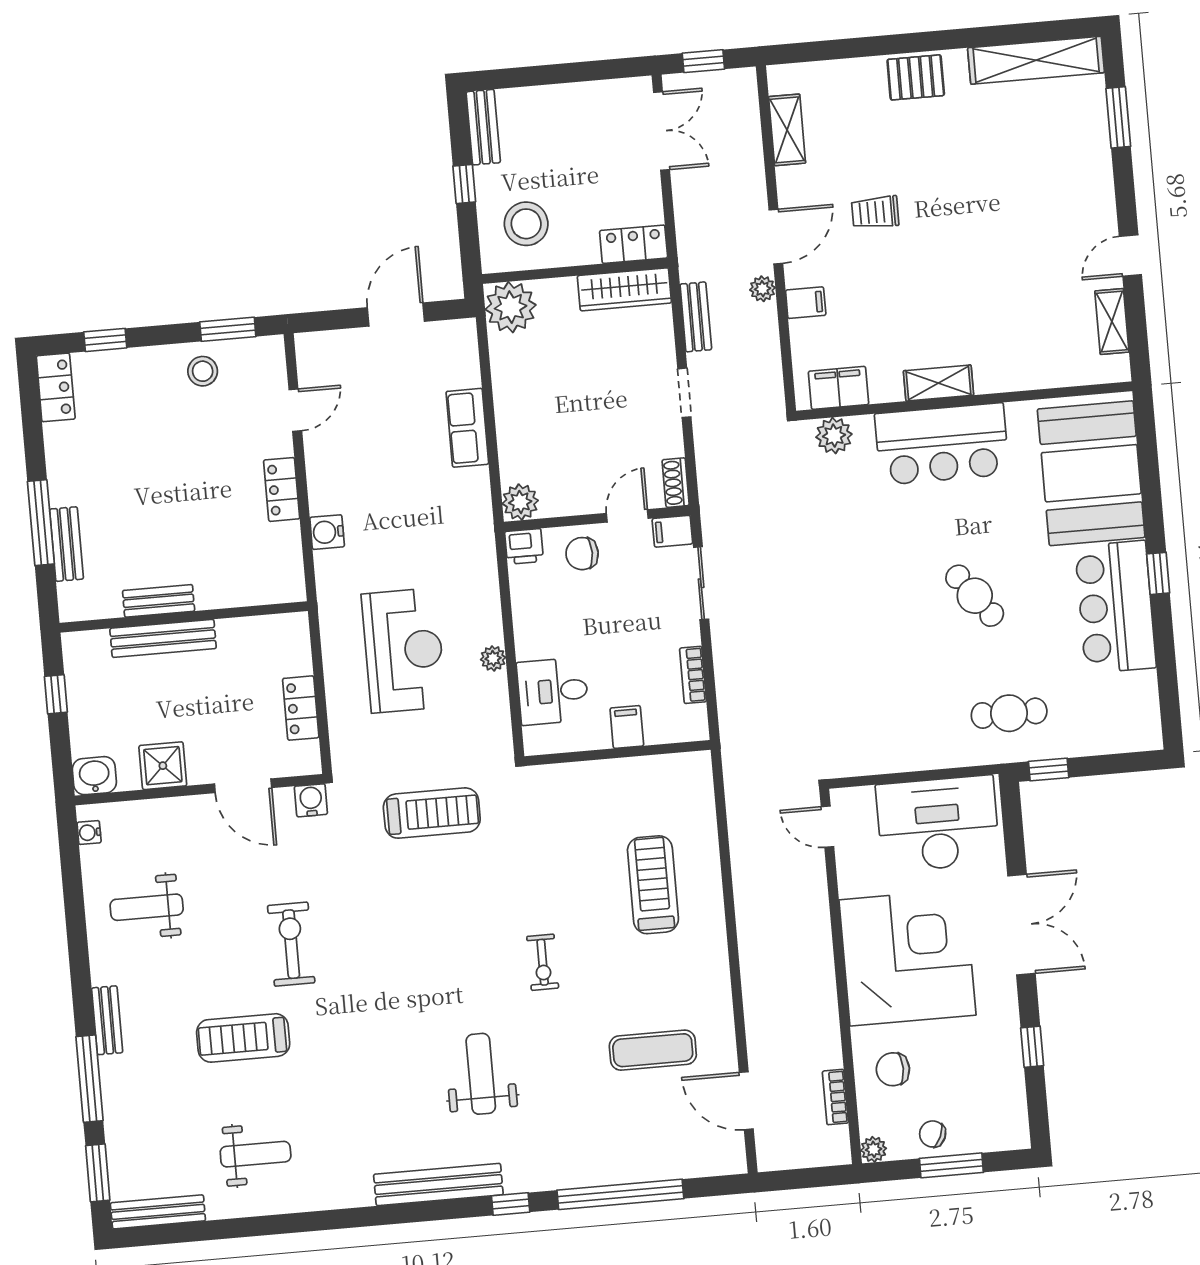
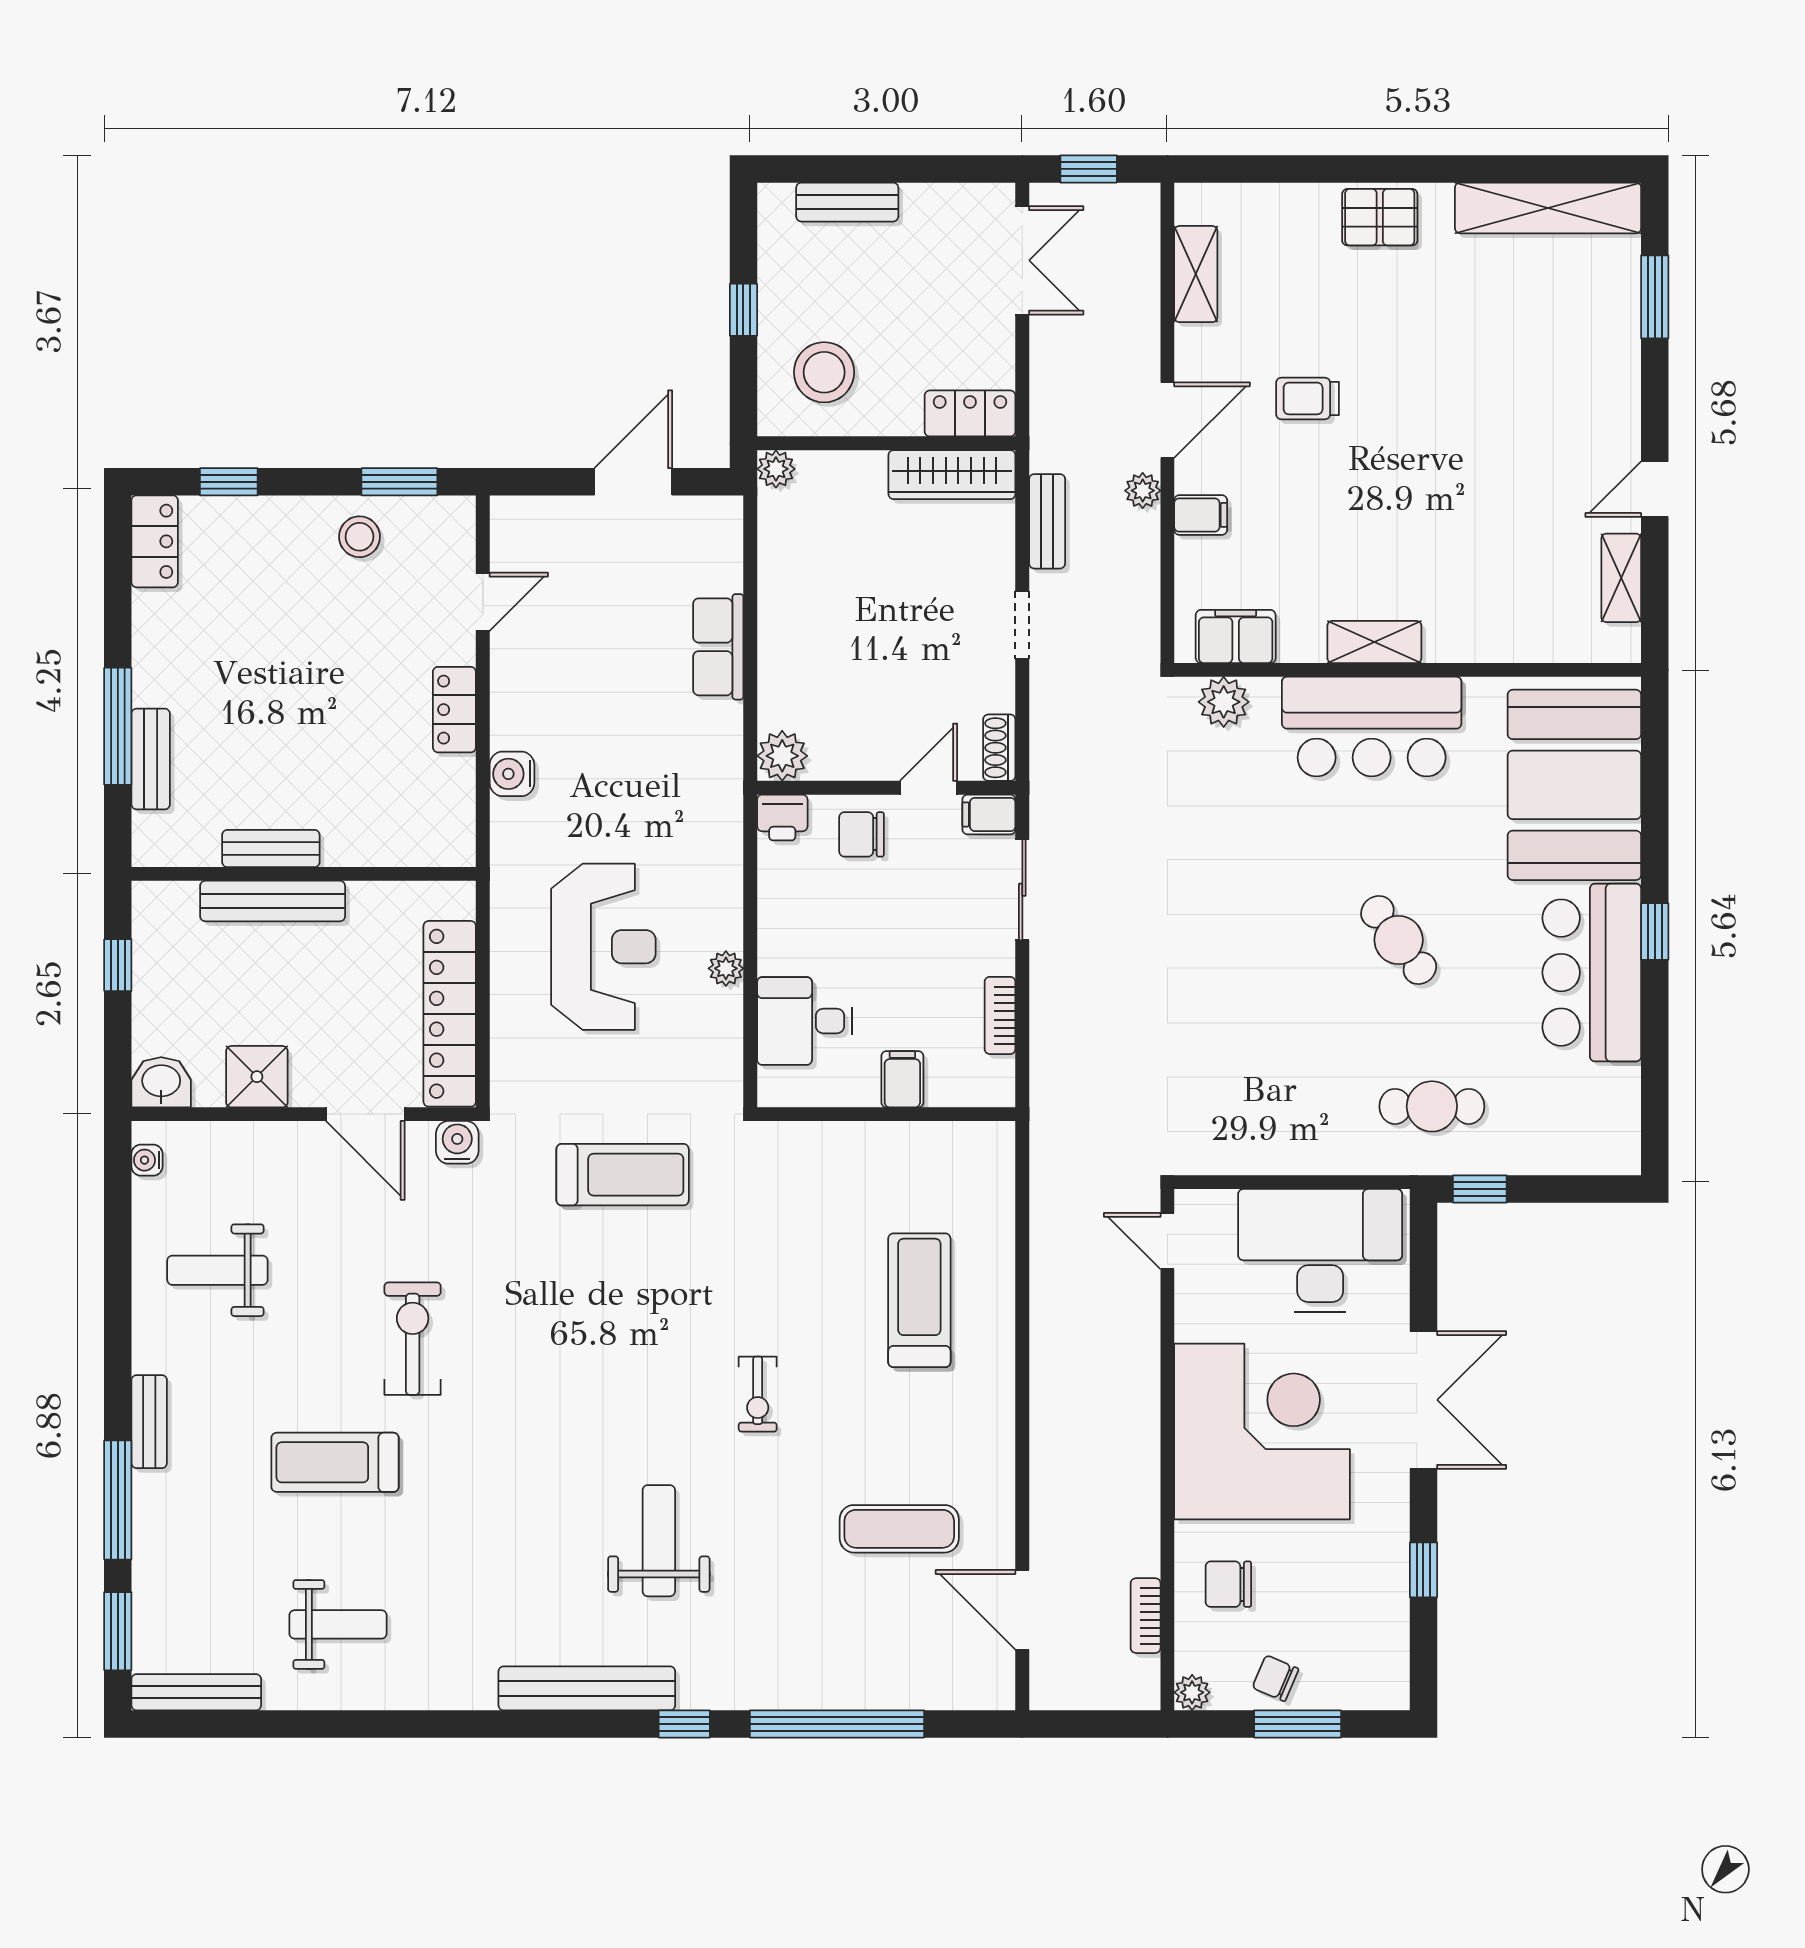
bench: (483, 127) -> (847, 202), moved, turned 90
plant: (511, 307) -> (776, 469), width x0.53, depth x0.53
locker: (301, 708) -> (450, 1014), width x2.16, depth x1.21

